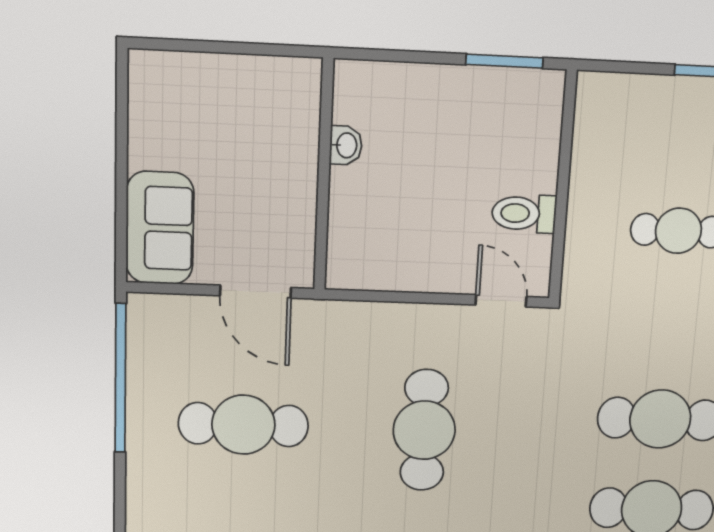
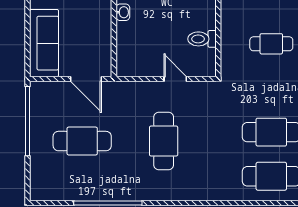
sofa: (160, 228) -> (44, 43), width x1.36
door: (501, 301) -> (175, 79), moved

